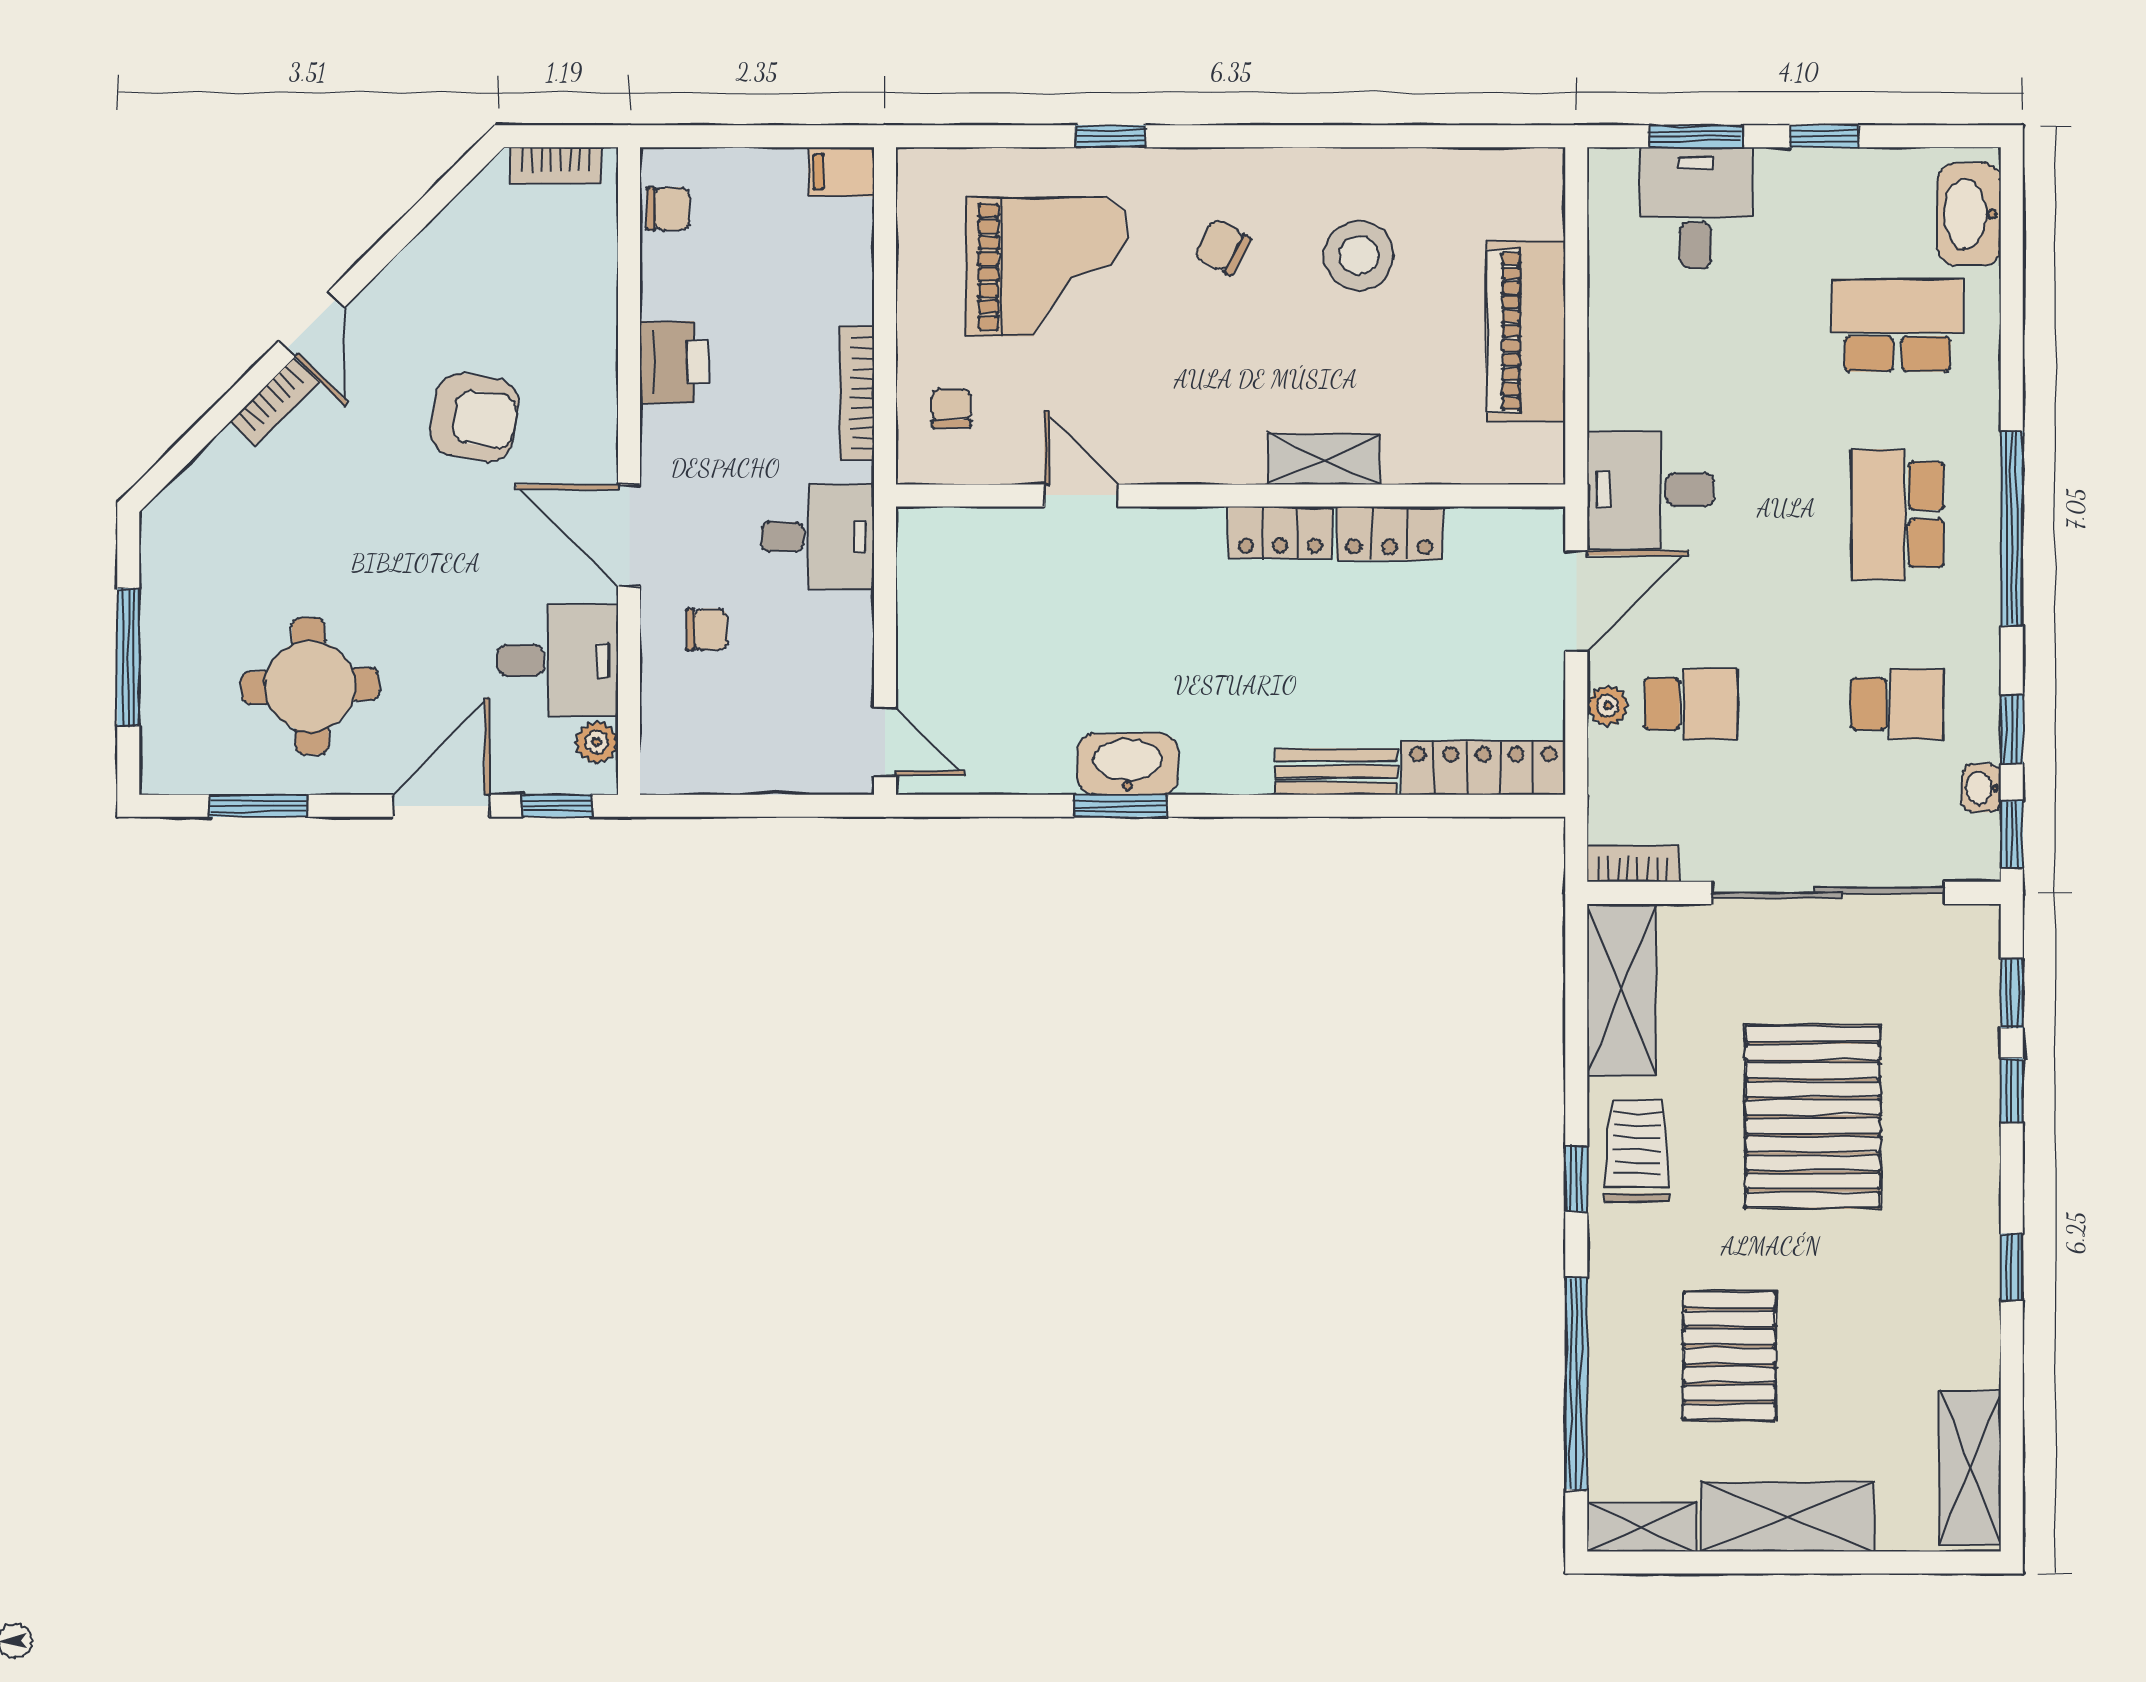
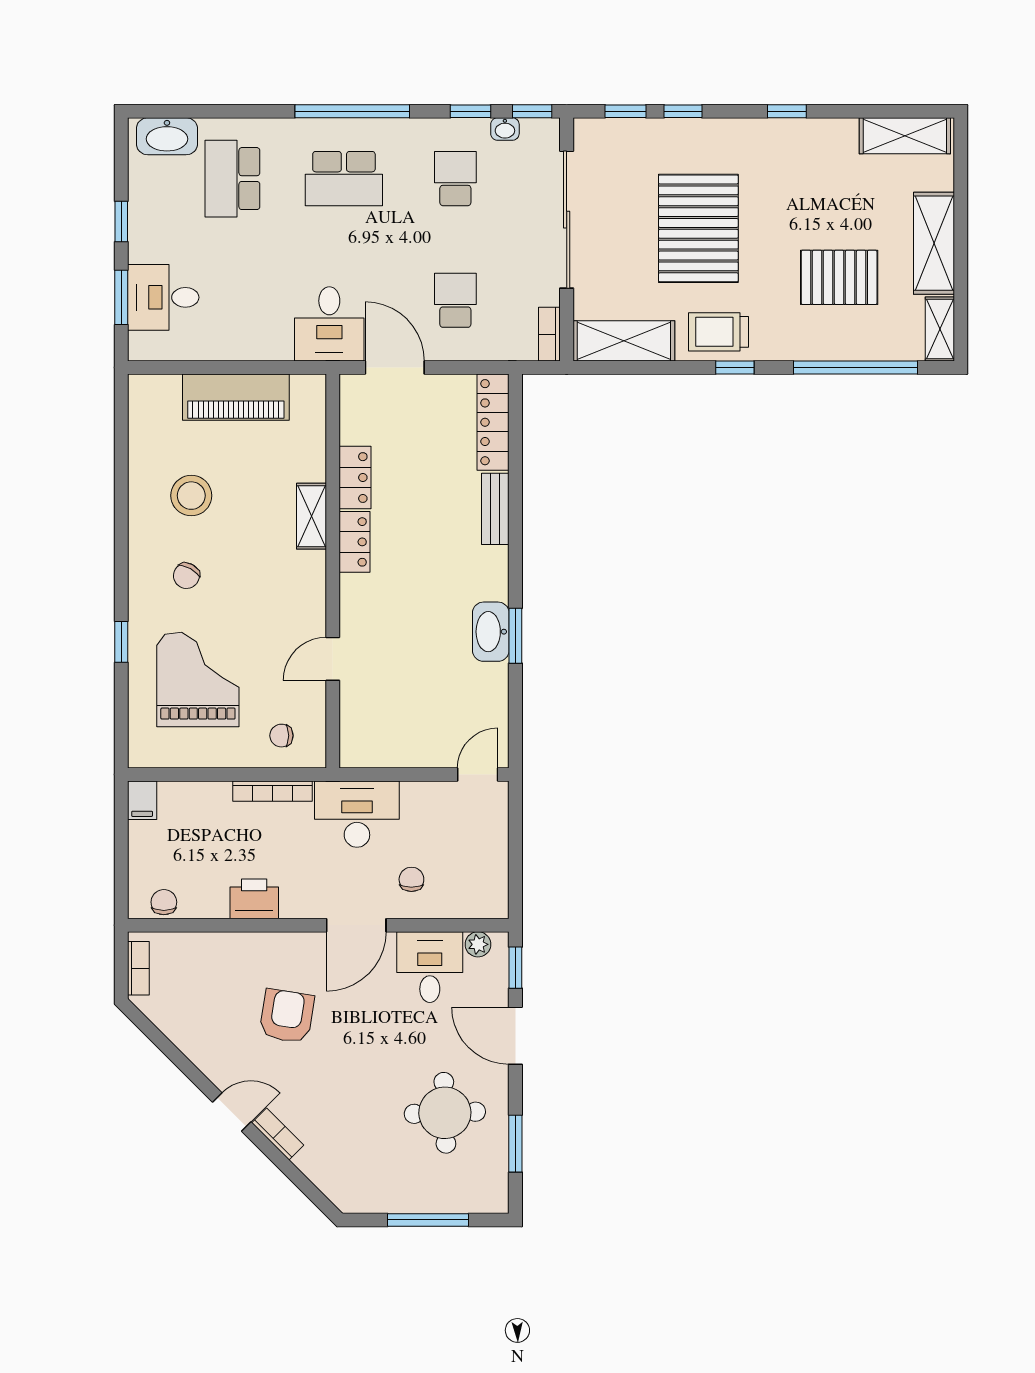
desk: (818, 537) -> (357, 814), width x1.37
plant: (1608, 706) -> (456, 349), removed
pallet: (1813, 1117) -> (698, 228), turned 90

